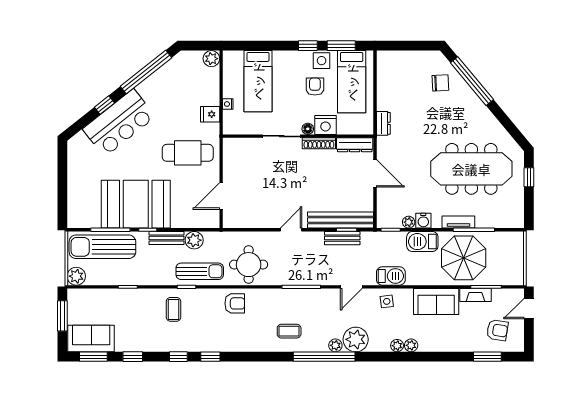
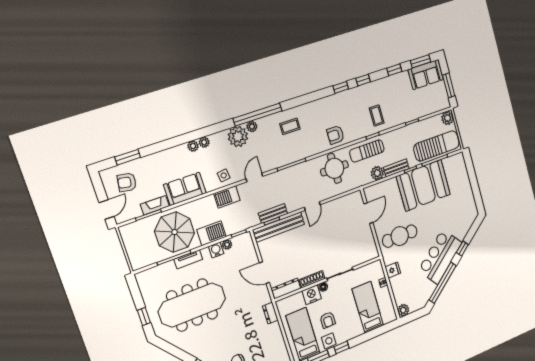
bar counter: (119, 123) -> (440, 257), moved

